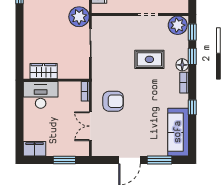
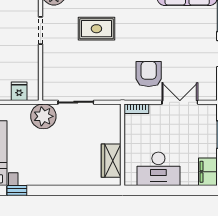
rug: (149, 59) -> (96, 29), turned 90
desk: (41, 95) -> (158, 169), moved, turned -90
double door: (90, 126) -> (180, 102), swing flipped

